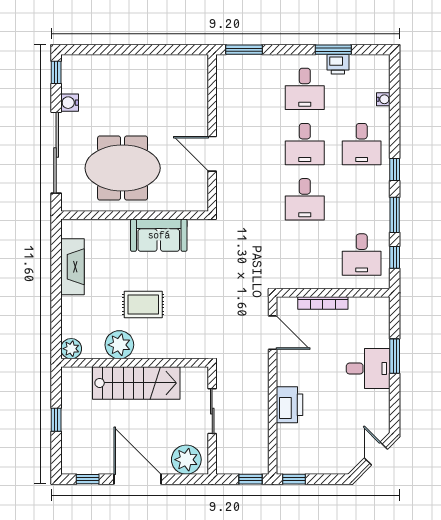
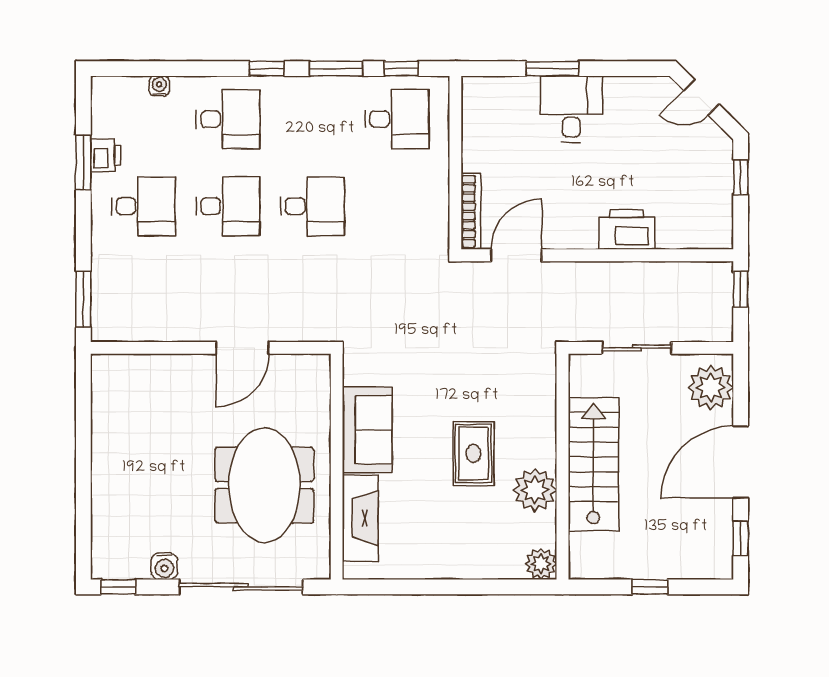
fireplace: (72, 267) -> (360, 518), moved, turned 90
bookcase: (323, 303) -> (471, 211), moved
window: (294, 479) -> (741, 177), moved

